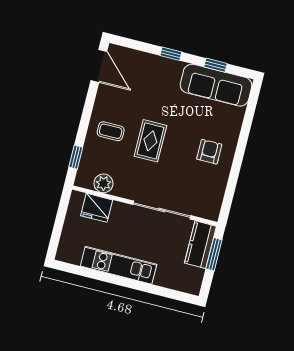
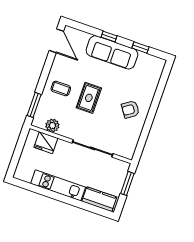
sofa: (216, 85) -> (112, 52), moved
armchair: (209, 152) -> (130, 109), turned -124
window: (76, 157) -> (34, 105), width x1.50
kitchen counter: (200, 245) -> (99, 199), moved, turned 90

